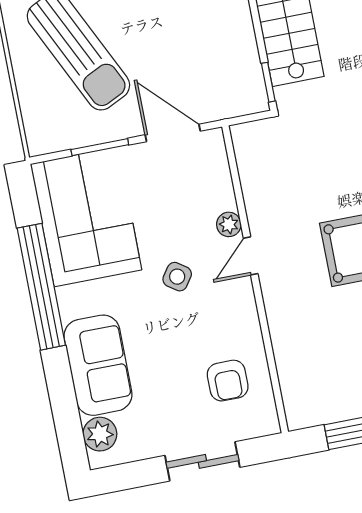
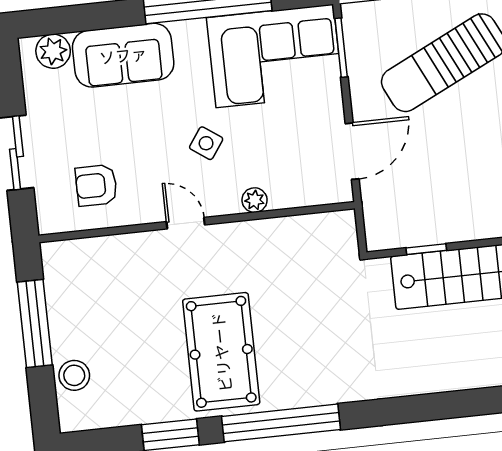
window: (268, 82) -> (426, 249), moved
window: (100, 147) -> (341, 48), moved
door: (251, 256) -> (186, 223), moved

